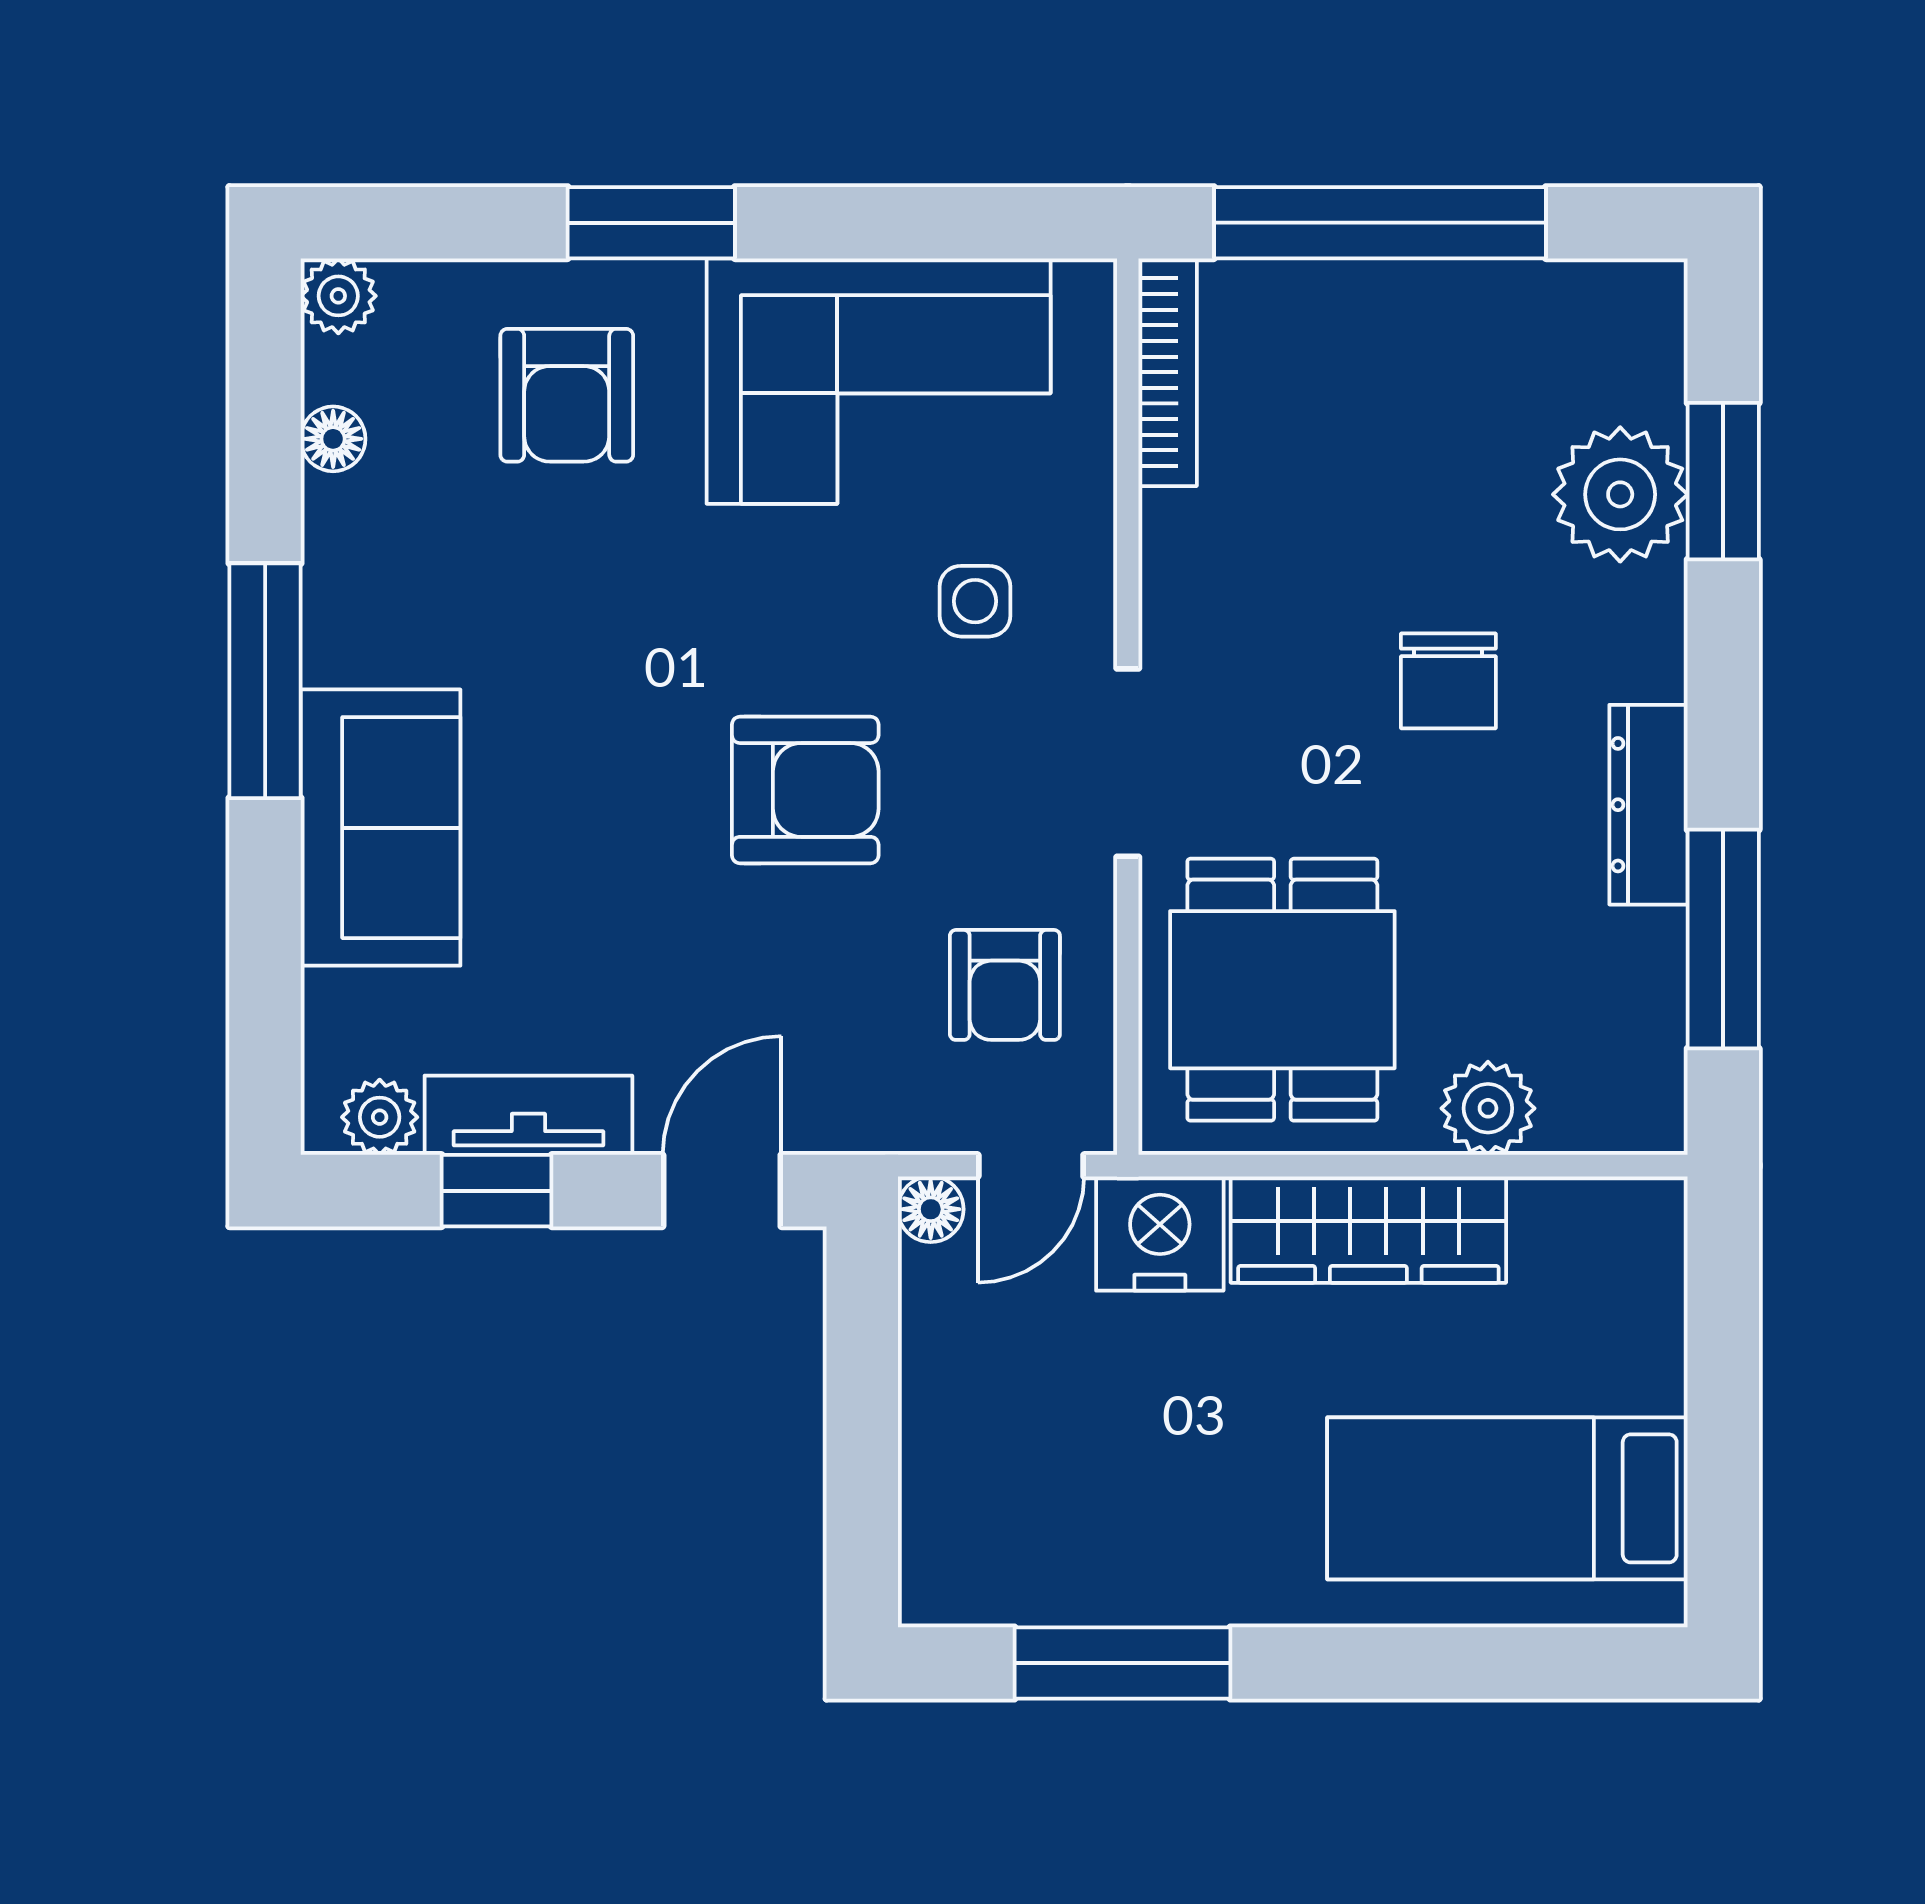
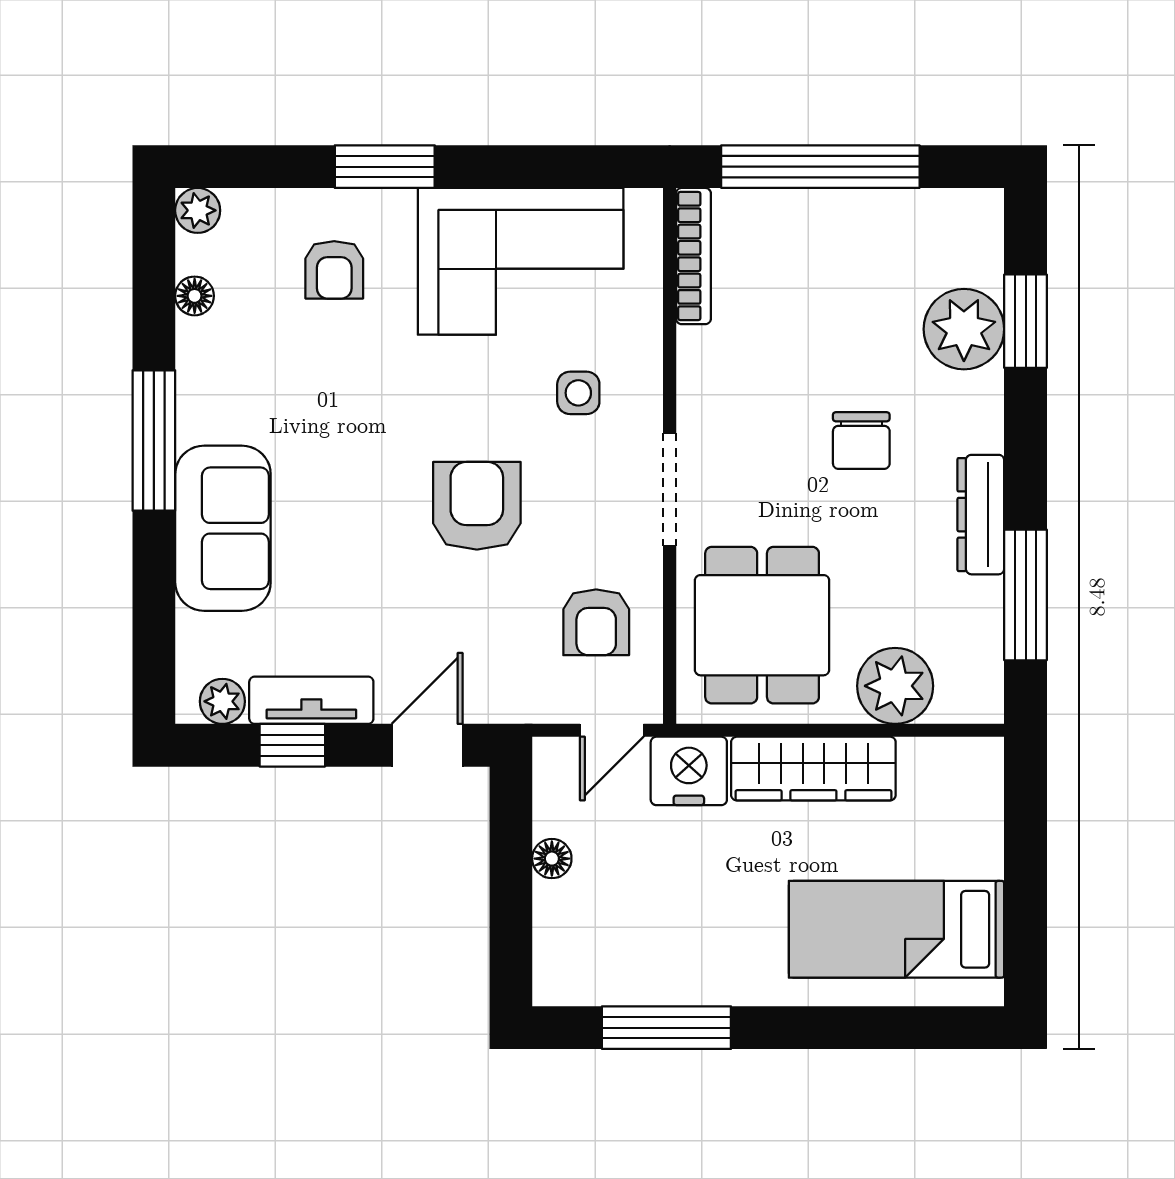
armchair: (567, 395) -> (334, 270), width x0.72, depth x0.72
armchair: (805, 790) -> (477, 506), turned -90
plant: (1488, 1108) -> (895, 686), width x1.36, depth x1.36
floor lamp: (931, 1209) -> (552, 859), moved

